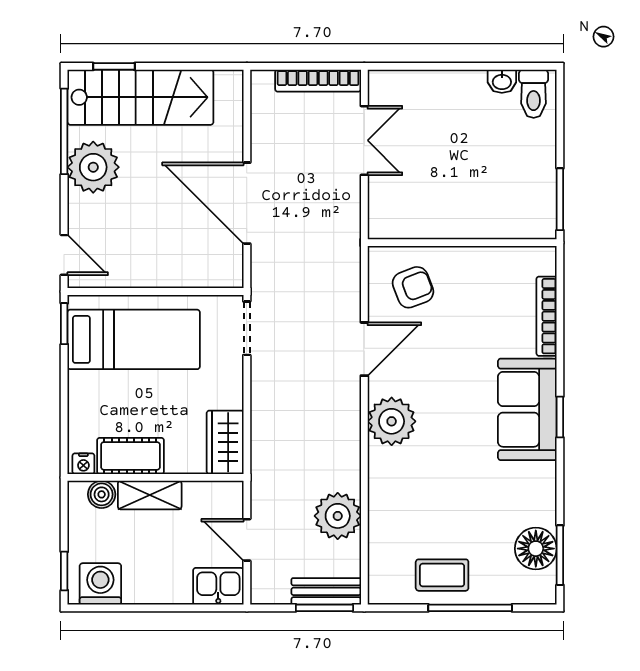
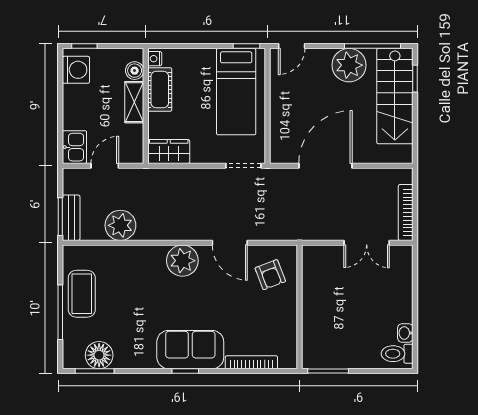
coffee table: (442, 575) -> (82, 294), width x1.36, depth x1.30

